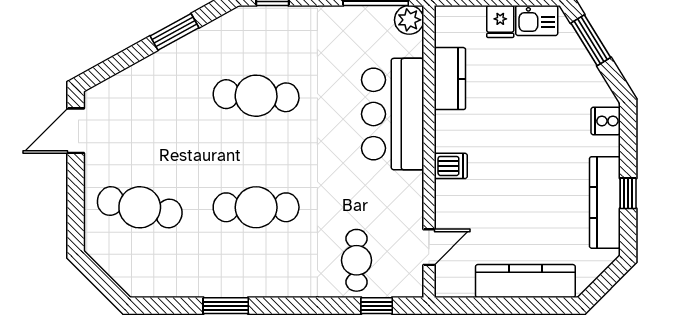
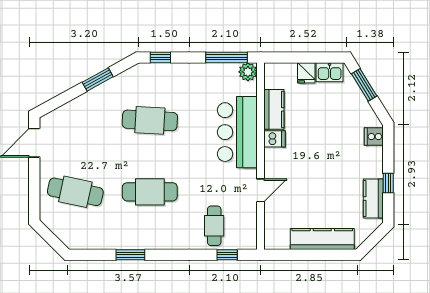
dishwasher: (451, 166) -> (275, 139), moved
kitchen counter: (605, 202) -> (373, 199), width x0.67
door: (429, 247) -> (261, 190), moved

